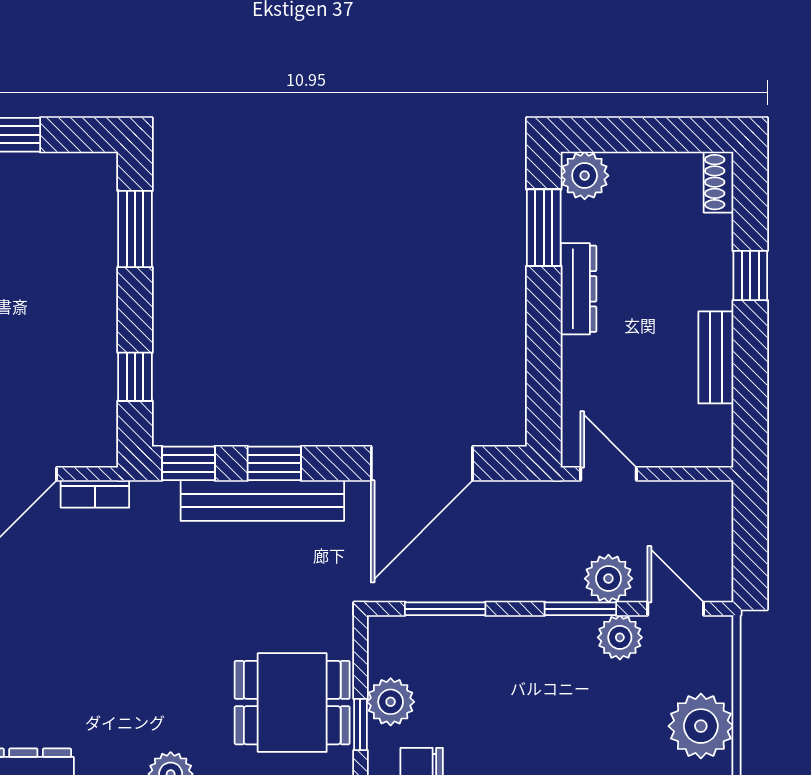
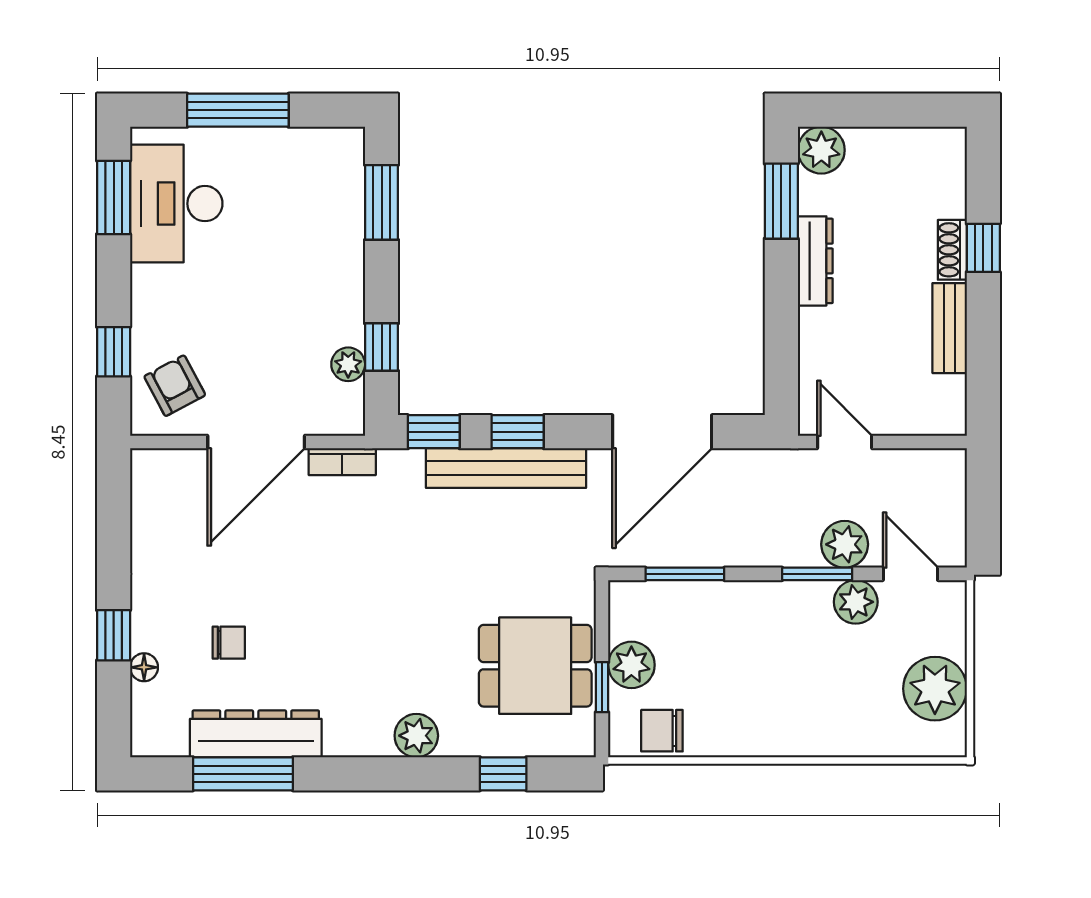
shoe rack: (719, 182) -> (952, 250), moved
plant: (101, 394) -> (348, 364), added

